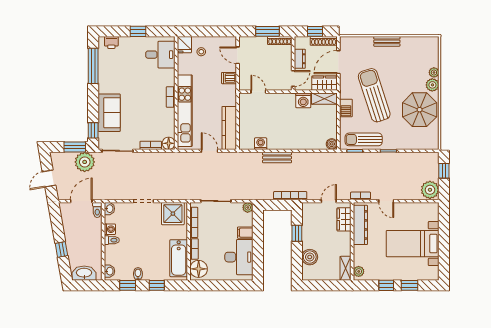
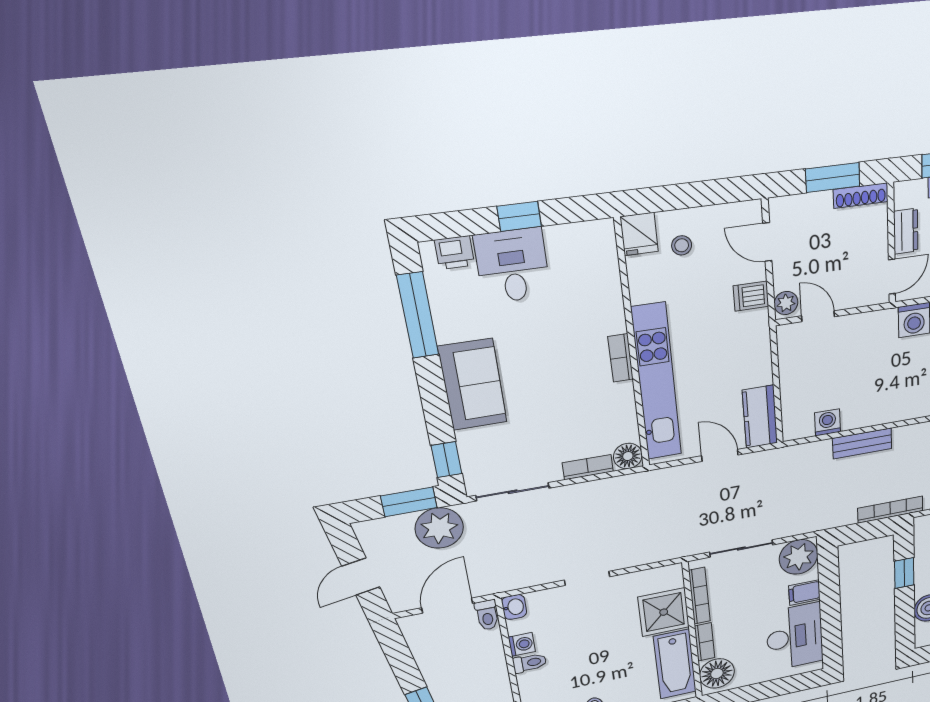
desk: (160, 55) -> (512, 266), moved, turned -90
plant: (244, 83) -> (786, 303), added
sofa: (109, 113) -> (473, 385), moved
kitchen counter: (229, 128) -> (760, 417), width x0.67
plant: (248, 207) -> (799, 557), width x1.88, depth x1.88
shower: (173, 214) -> (664, 612), moved

